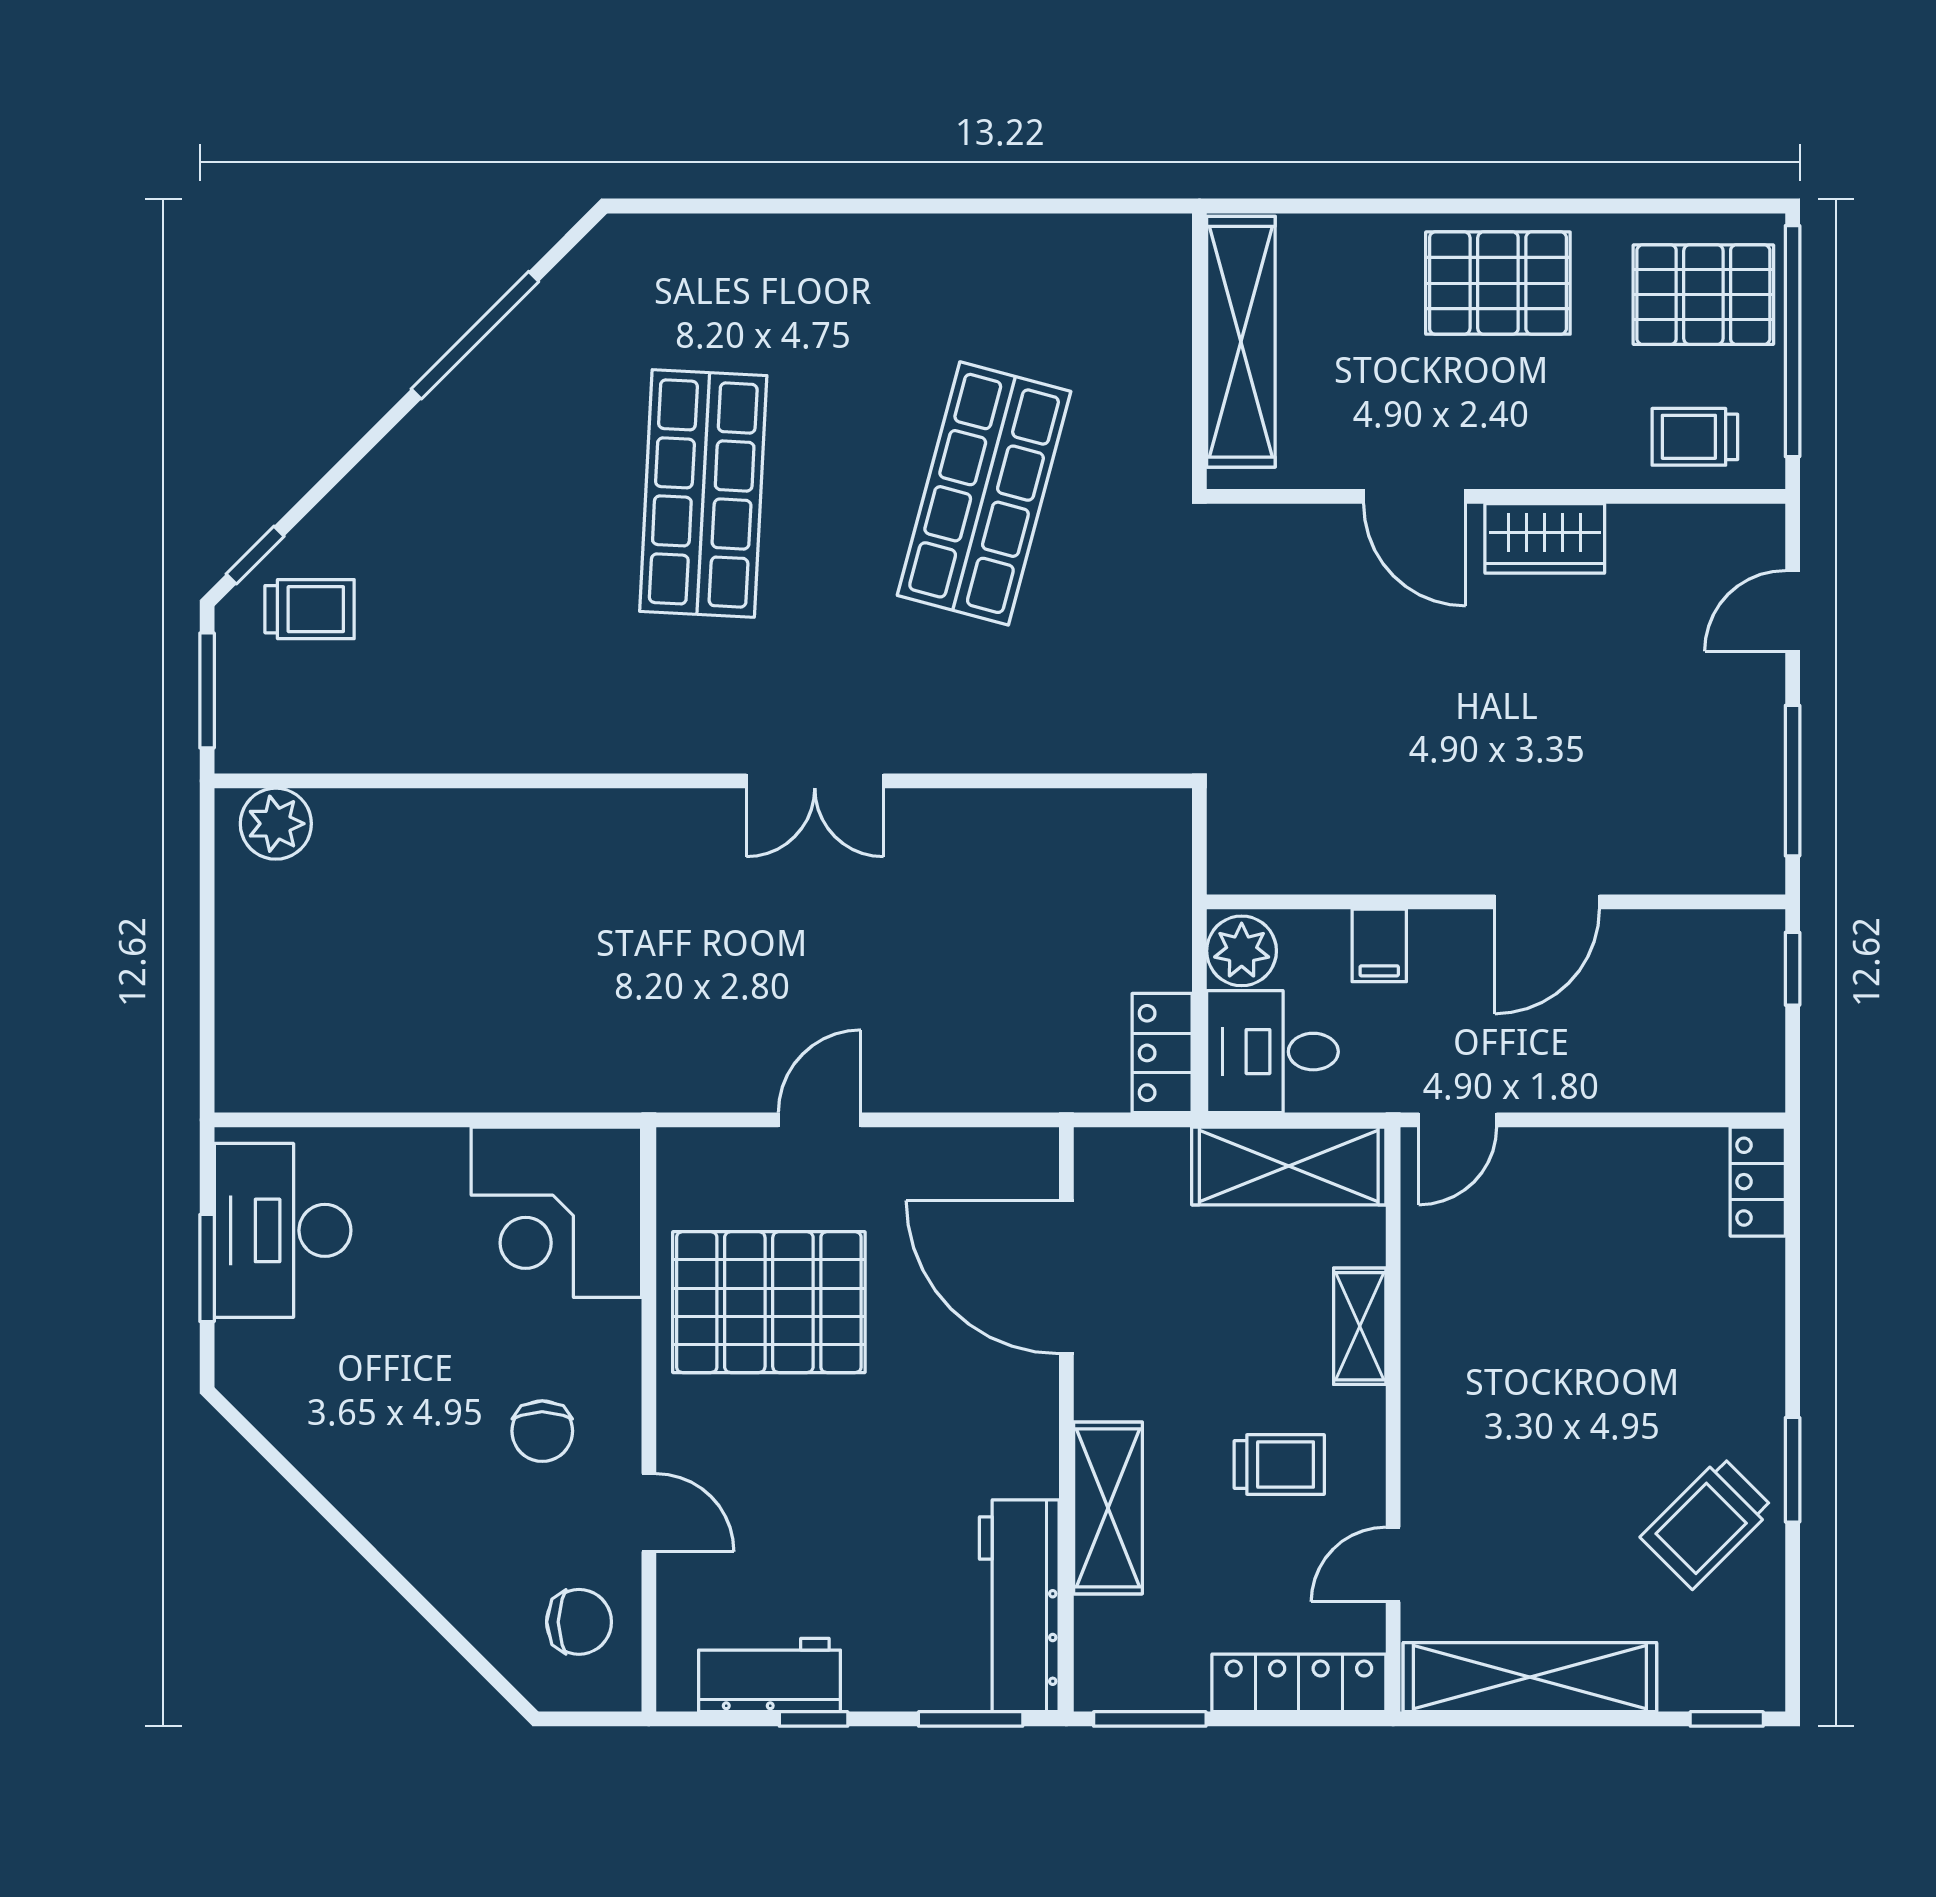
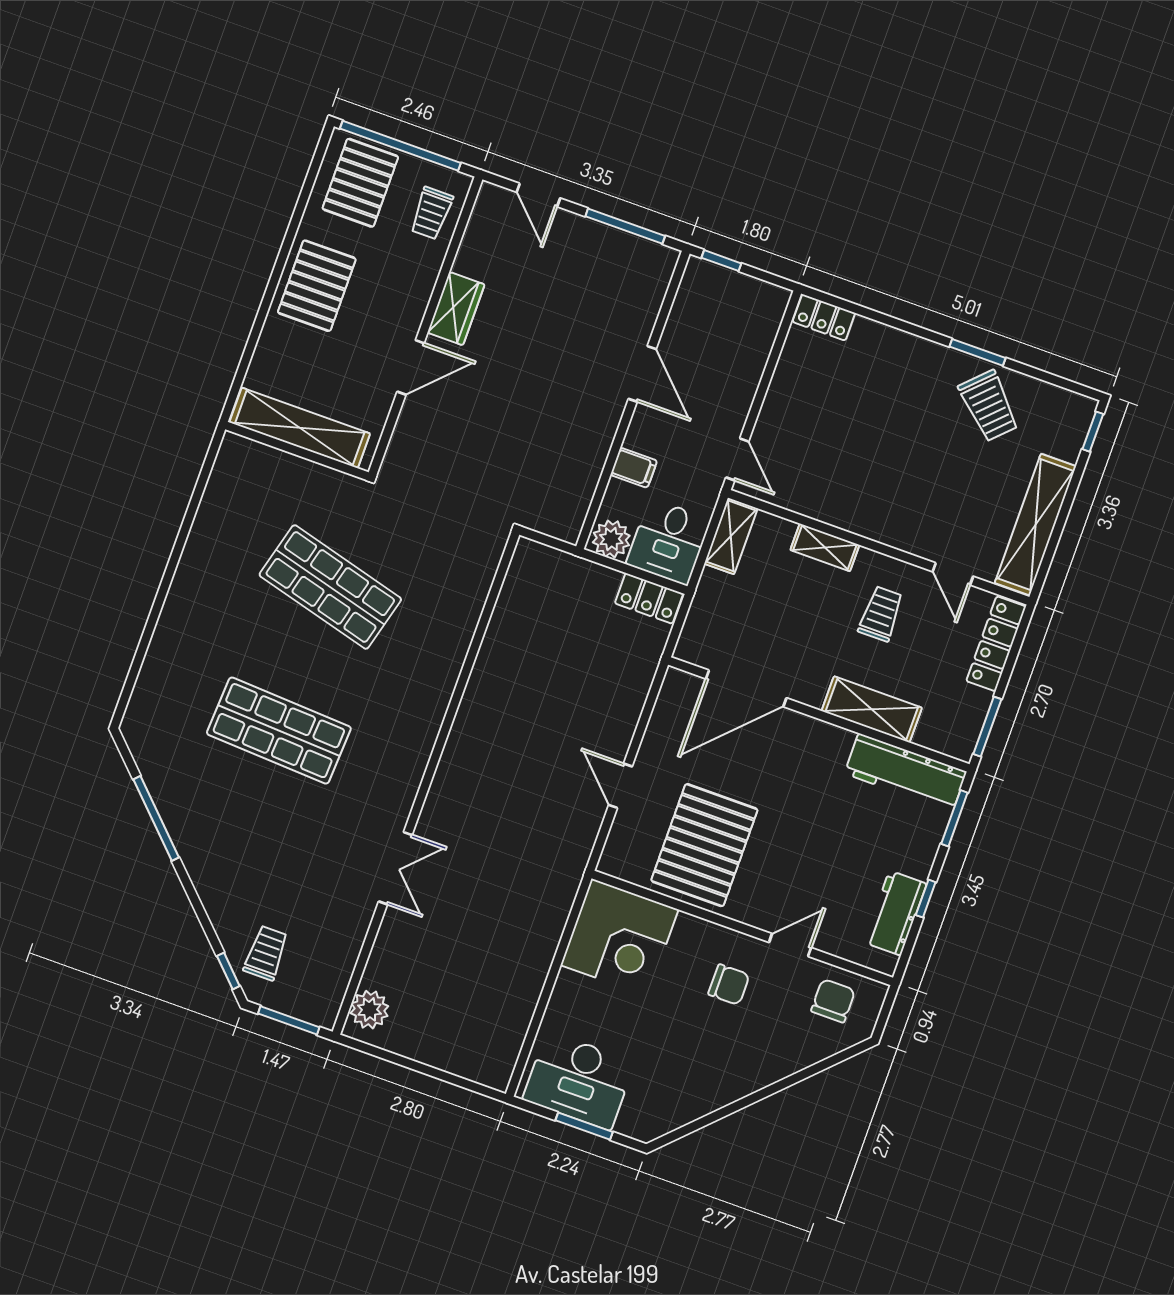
double door: (815, 781) -> (395, 868), moved
shelving: (1289, 1166) -> (731, 536), width x0.67, depth x0.75

